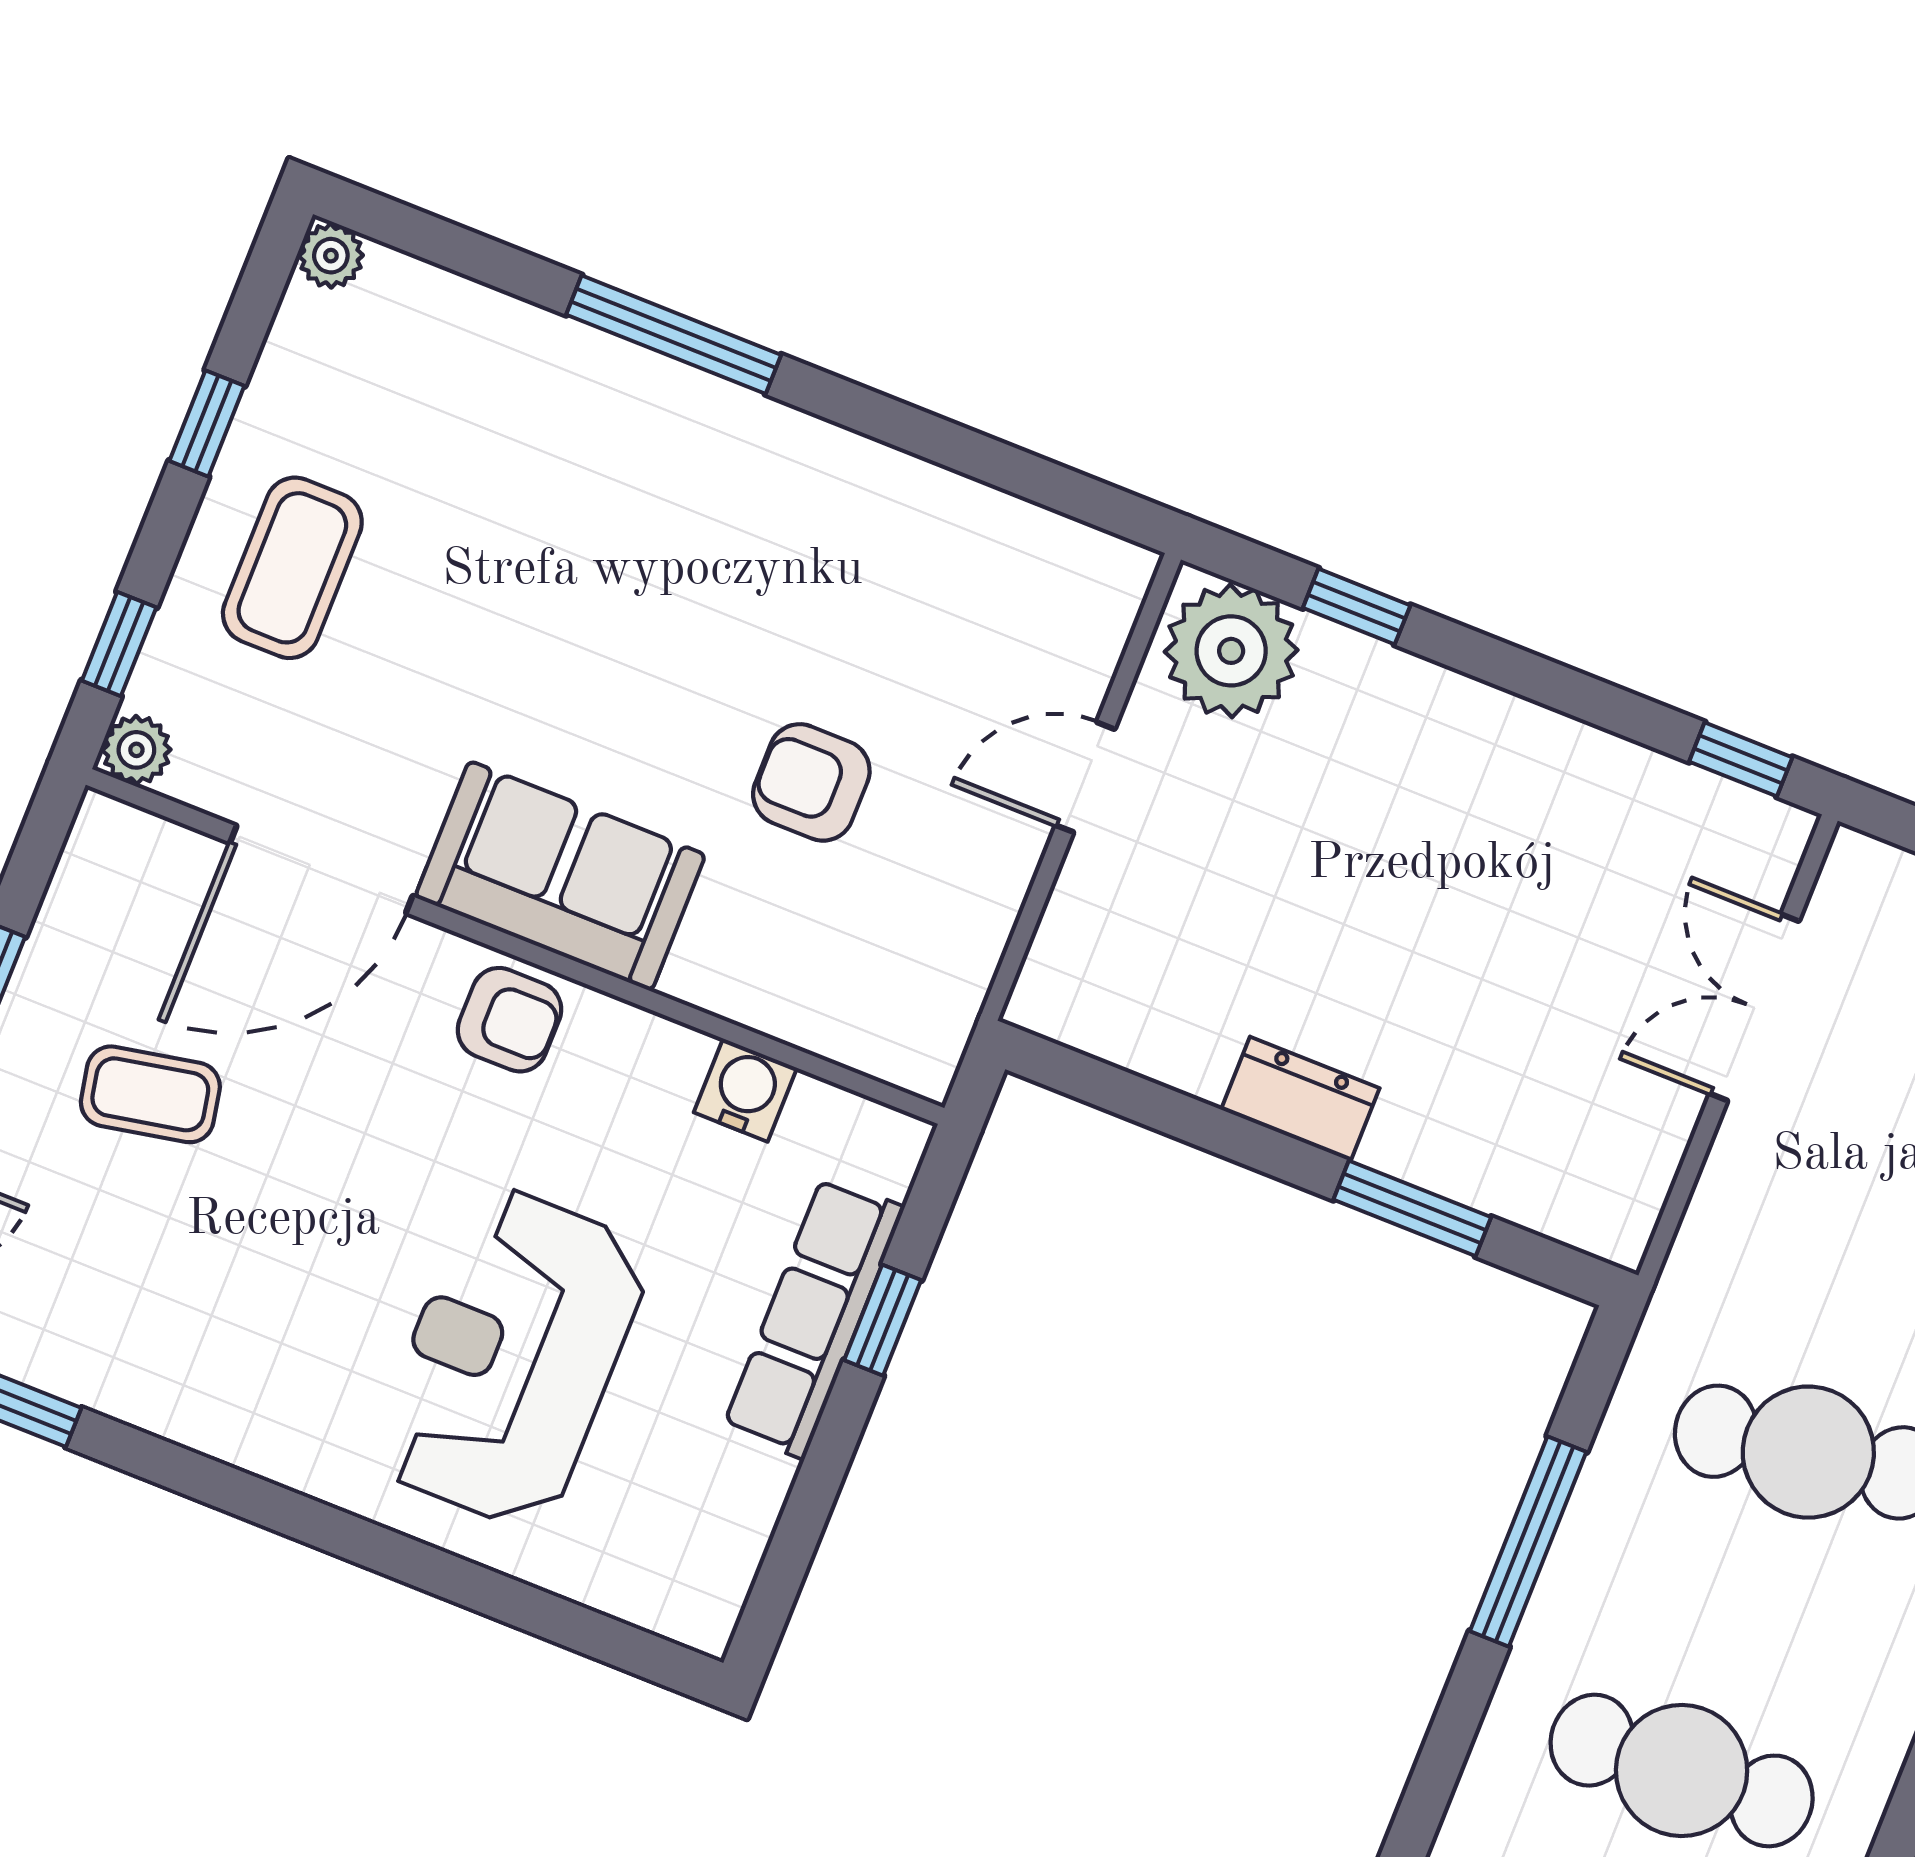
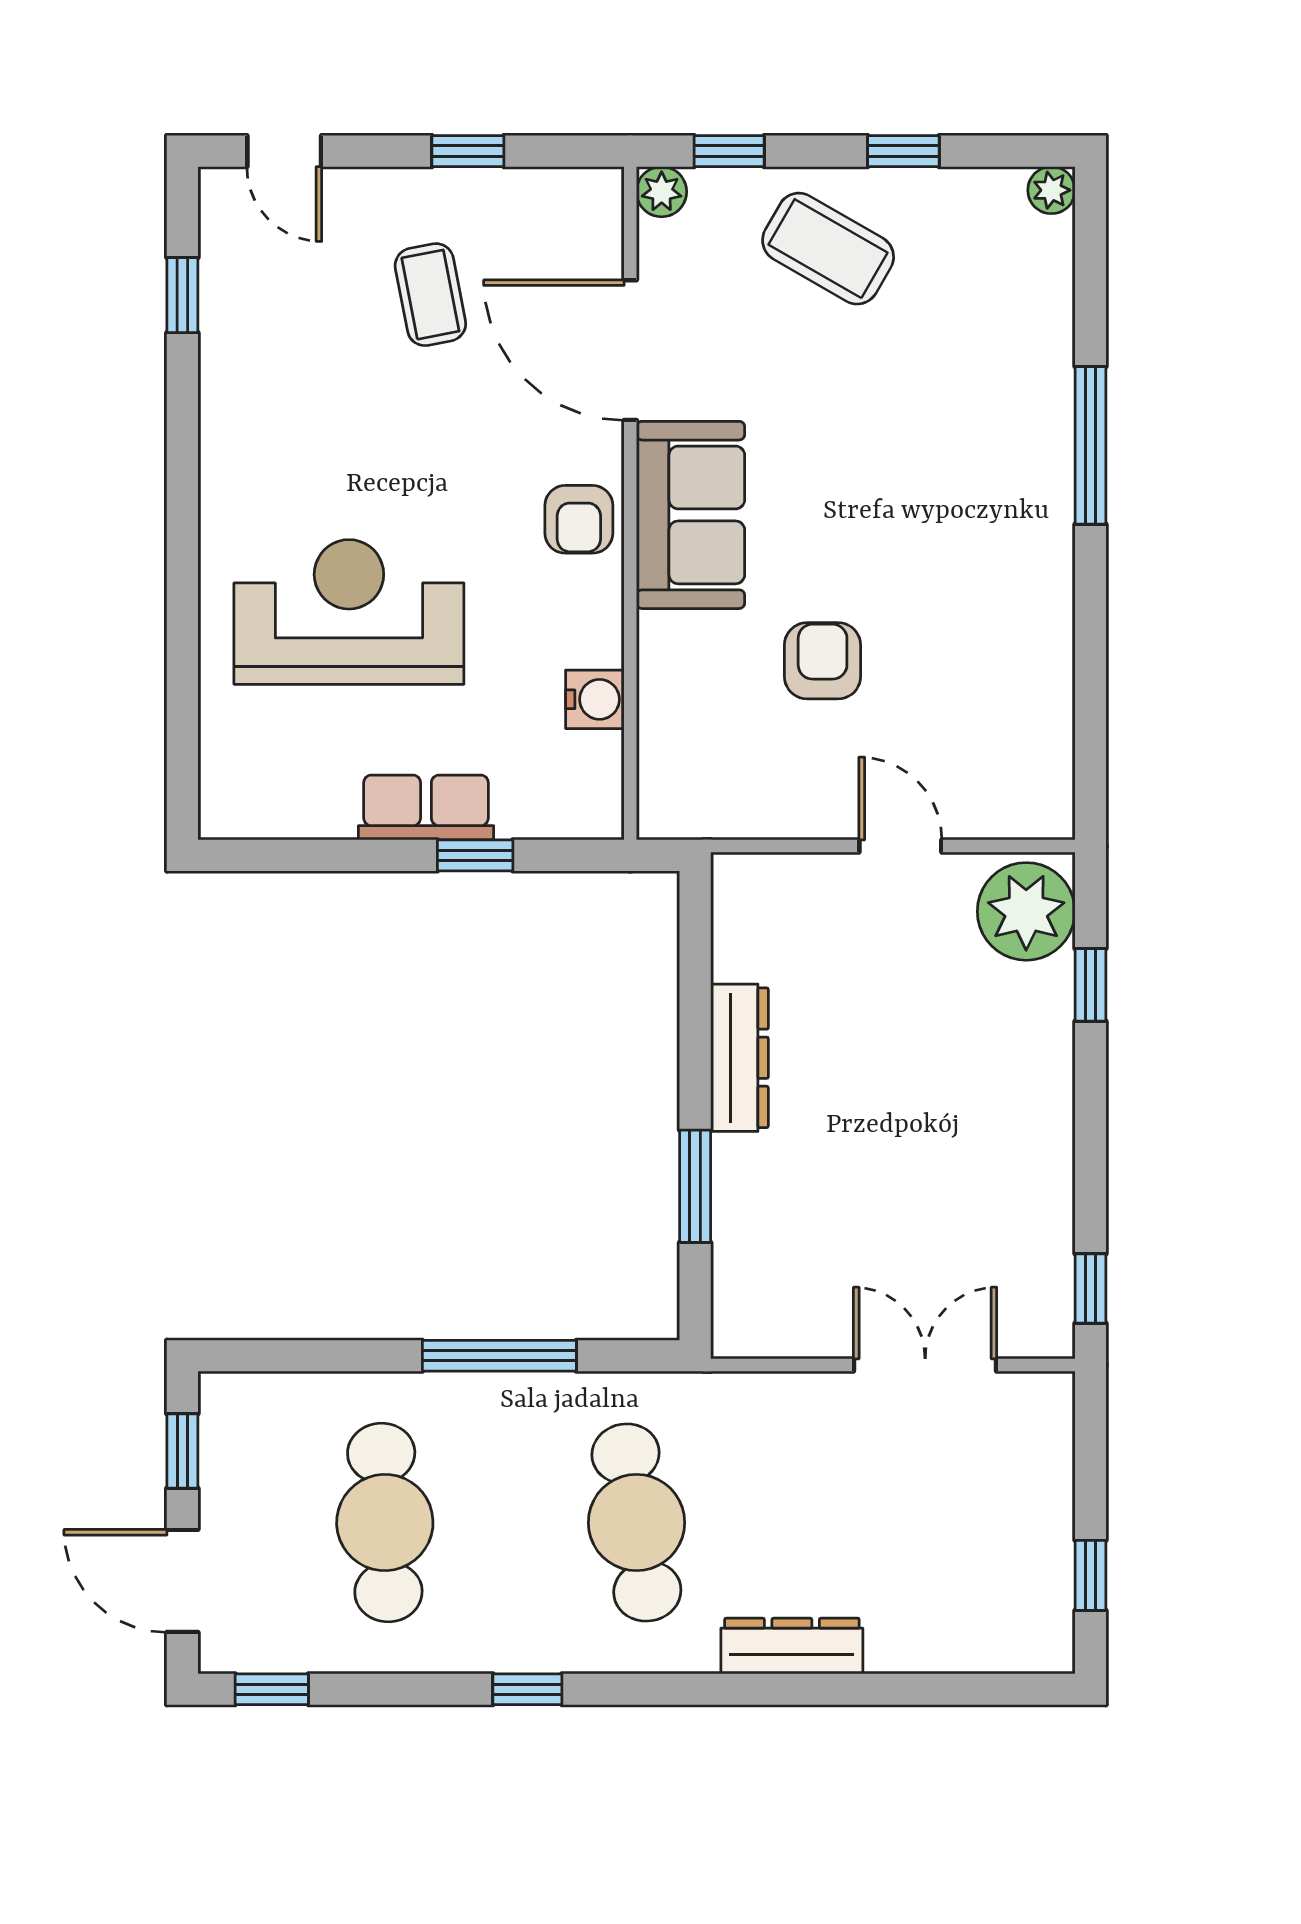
coffee table: (292, 568) -> (828, 249), turned 30
dresser: (1300, 1099) -> (739, 1058), width x1.44
row of seats: (814, 1317) -> (426, 807), width x0.68

